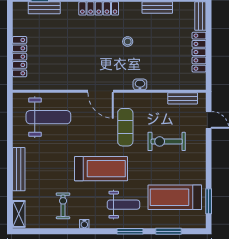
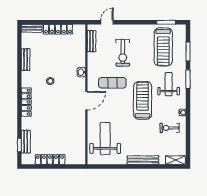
locker: (20, 57) -> (50, 159), moved

